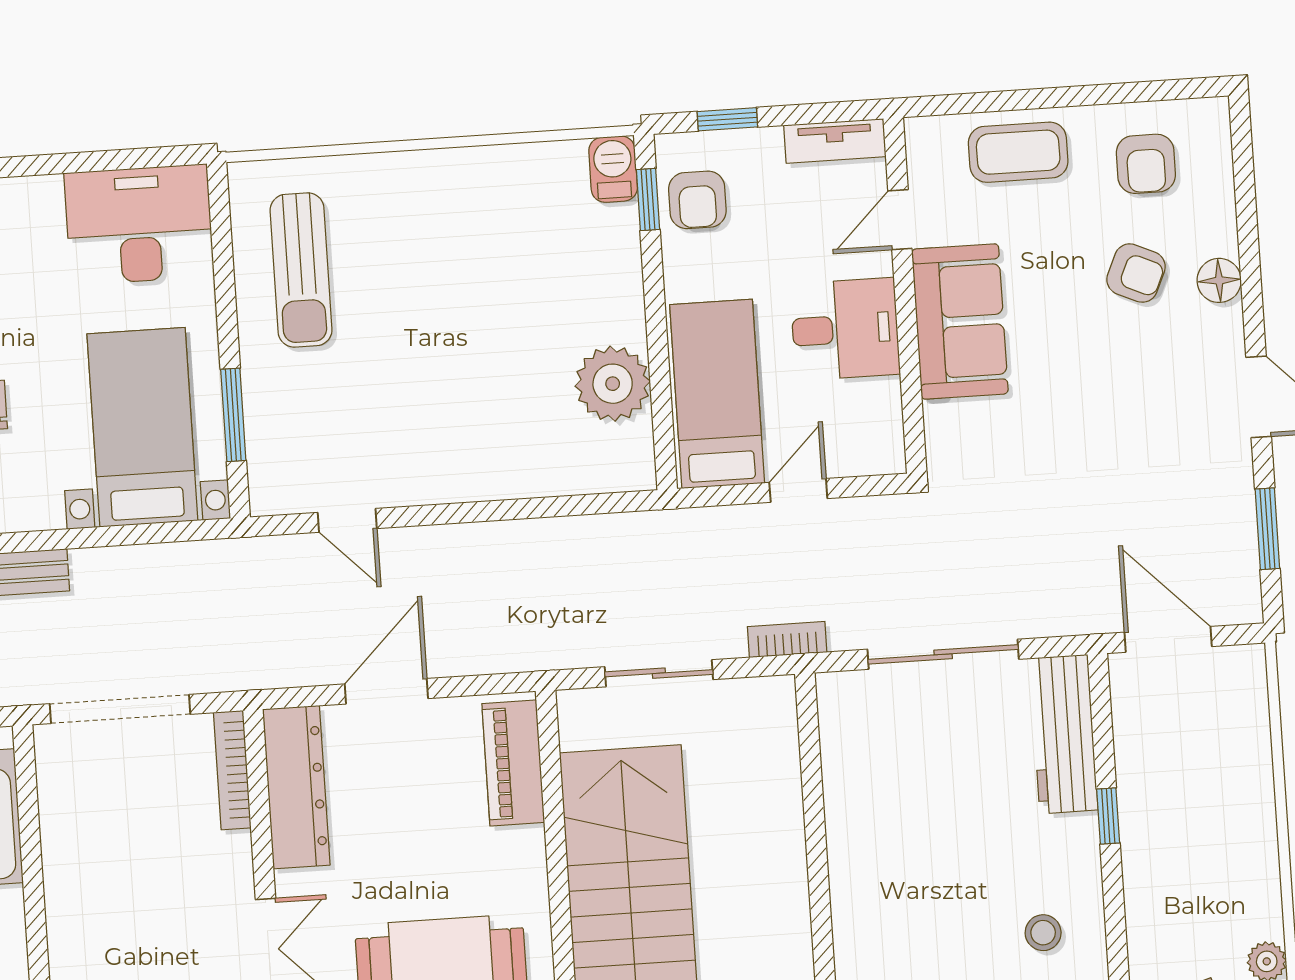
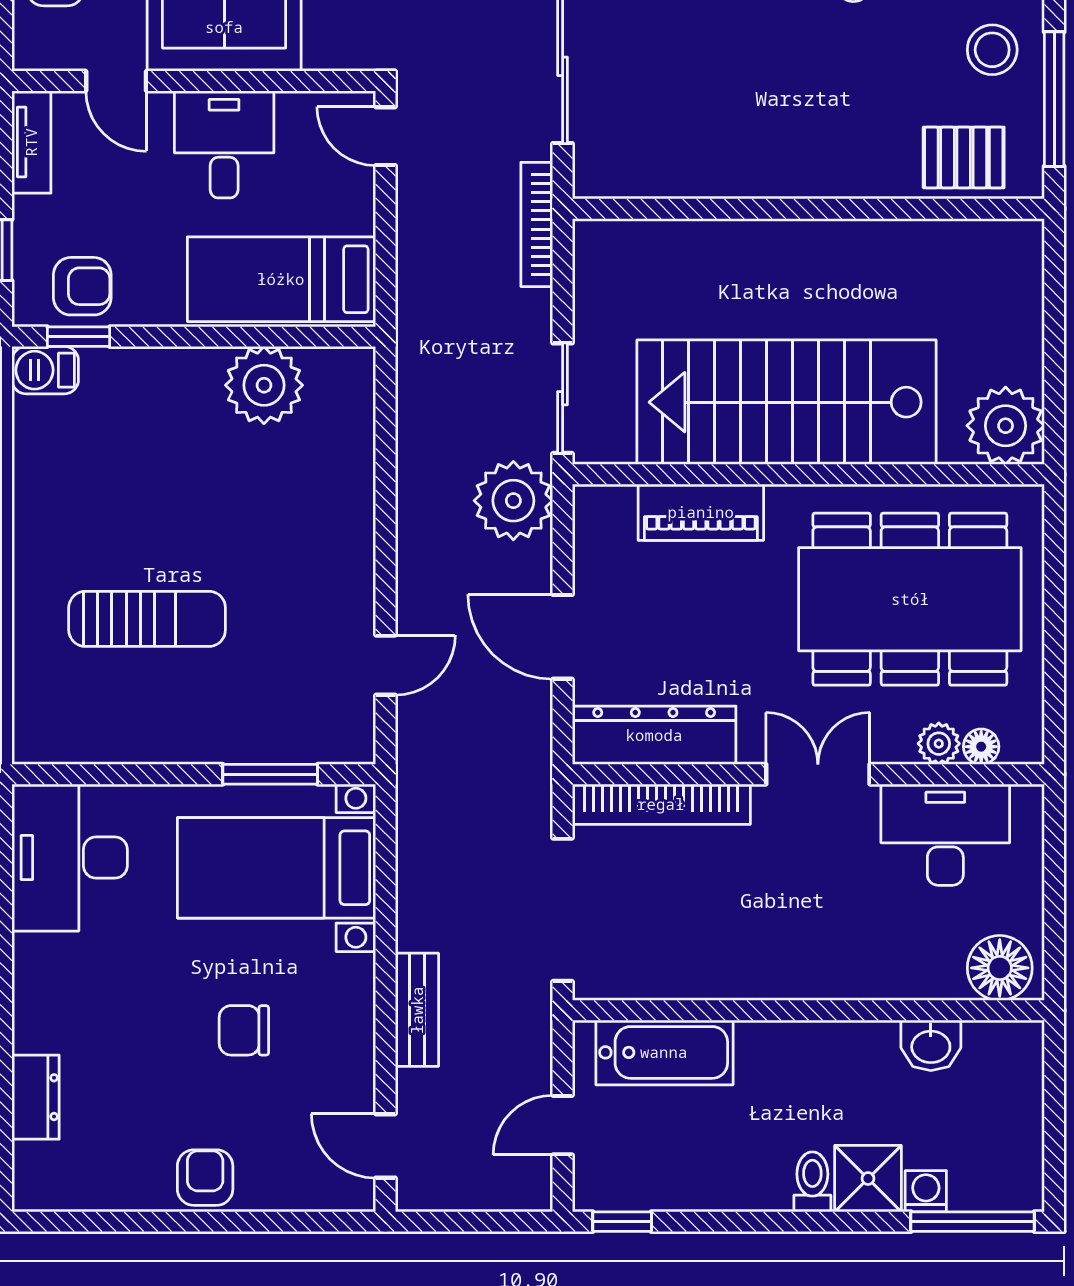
sun lounger: (301, 270) -> (147, 619), moved
door: (798, 490) -> (386, 136), moved
plant: (516, 635) -> (513, 501), added
bookcase: (787, 639) -> (537, 224), width x1.56
sliding door: (659, 673) -> (563, 398), moved
piano: (513, 763) -> (701, 512), moved
bookcase: (232, 770) -> (661, 804), width x1.48, depth x1.31

